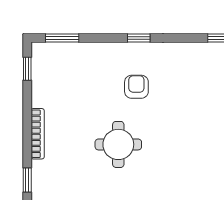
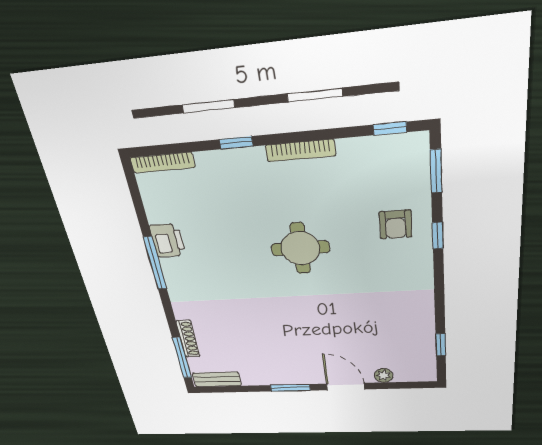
window: (139, 38) -> (438, 236), moved
armchair: (136, 87) -> (396, 224), moved, turned 90

